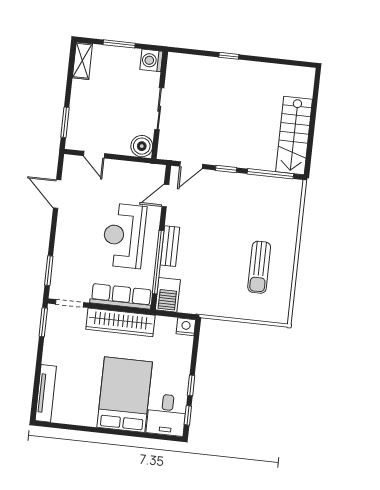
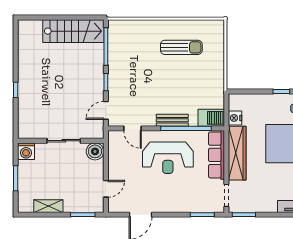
shelving: (82, 61) -> (48, 206), moved
door: (191, 165) -> (106, 110), swing flipped
nightstand: (186, 327) -> (235, 118), moved

